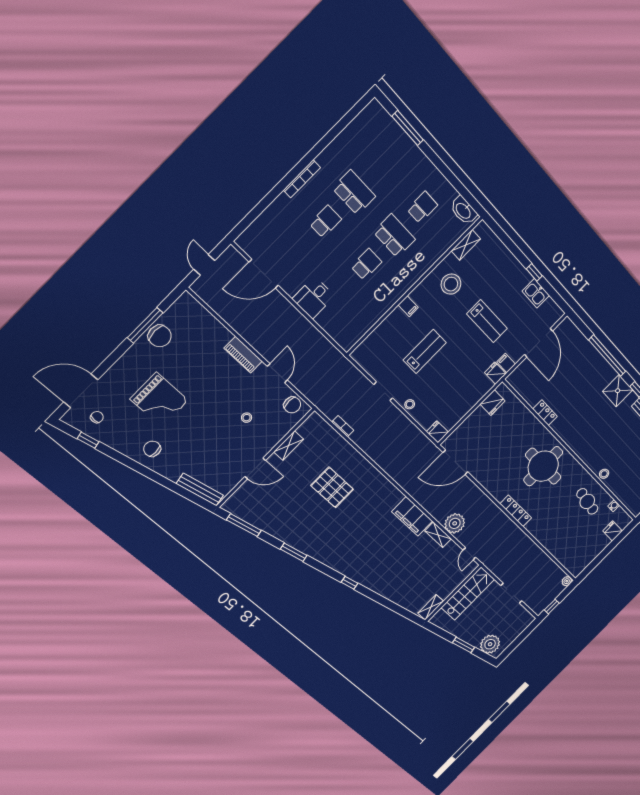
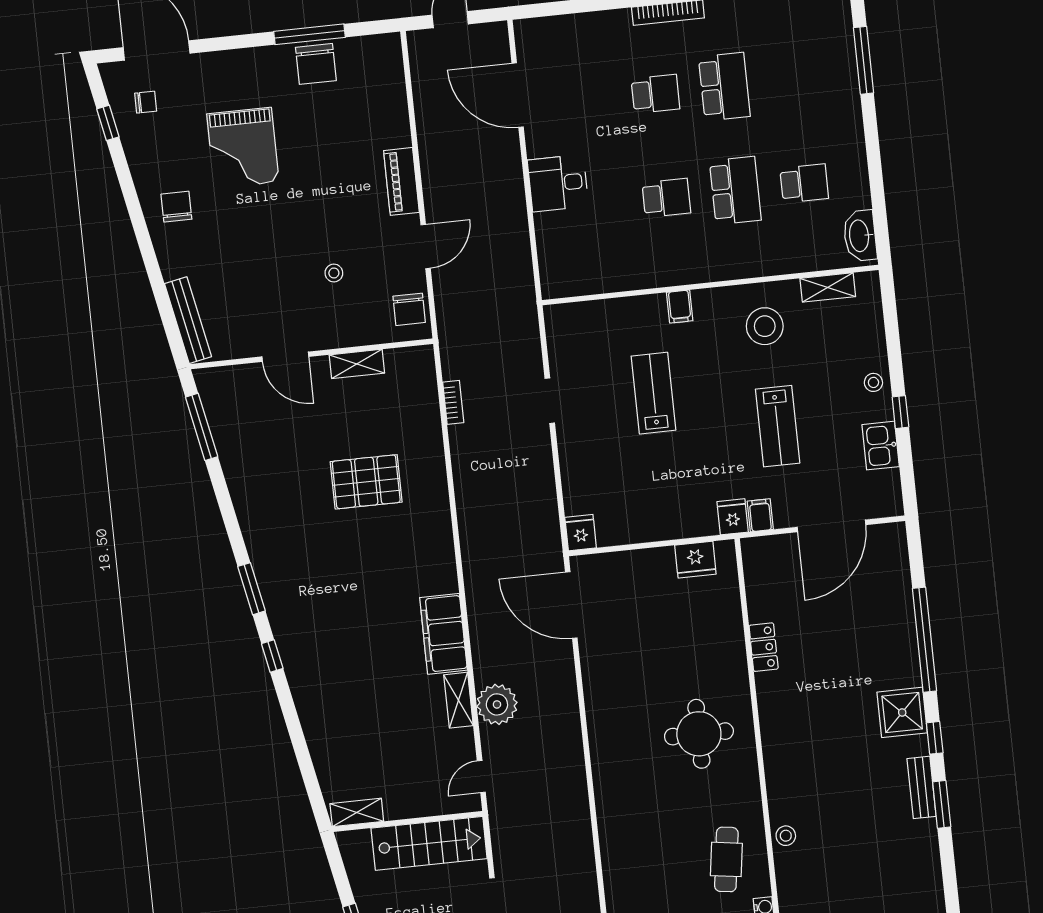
lab bench: (425, 351) -> (653, 393), turned -90
stool: (410, 404) -> (873, 382), moved
round table: (543, 466) -> (699, 734), width x0.73, depth x0.73
pallet: (332, 487) -> (366, 482), turned 90
locker: (516, 511) -> (604, 770), removed
window: (294, 552) -> (251, 589), moved

